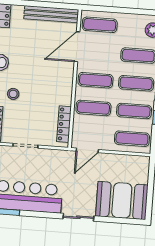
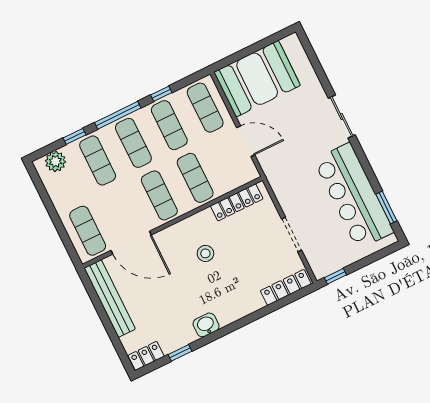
stool: (13, 94) -> (205, 253), moved
door: (87, 150) -> (246, 141), moved
booth: (122, 200) -> (257, 79), moved, turned 90

